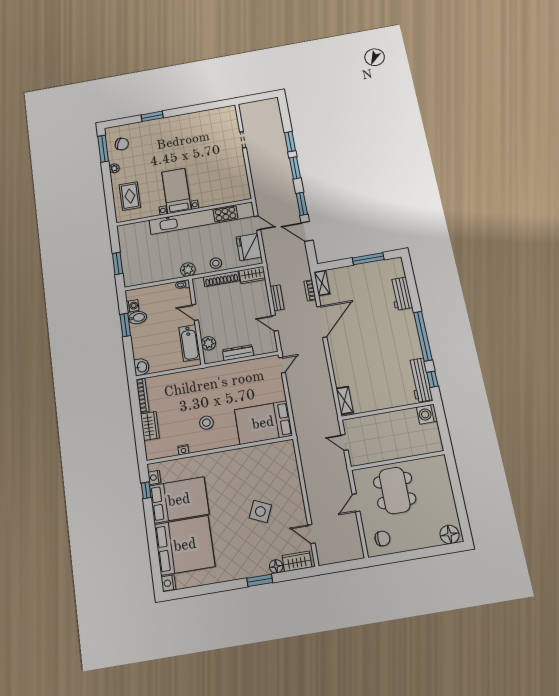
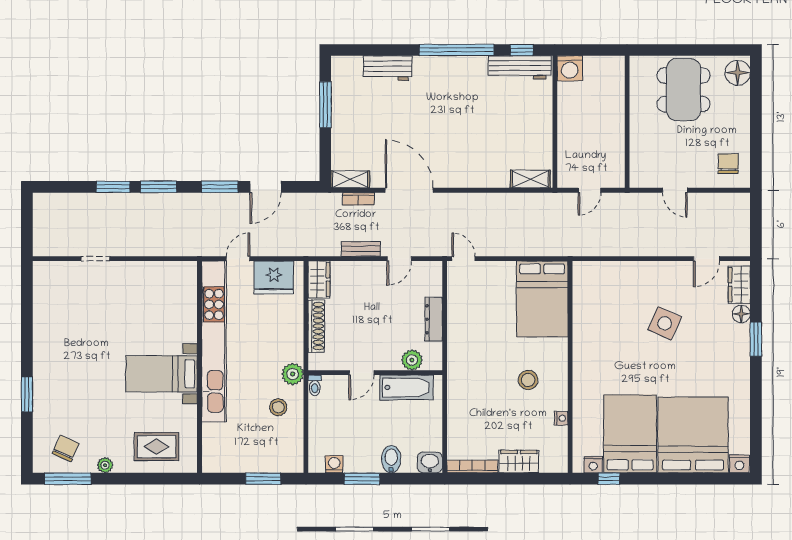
stool: (216, 263) -> (278, 407), moved
bidet: (137, 318) -> (391, 459), moved
dining table: (395, 490) -> (684, 90), moved, turned 90

